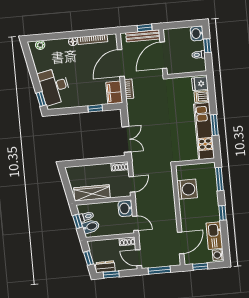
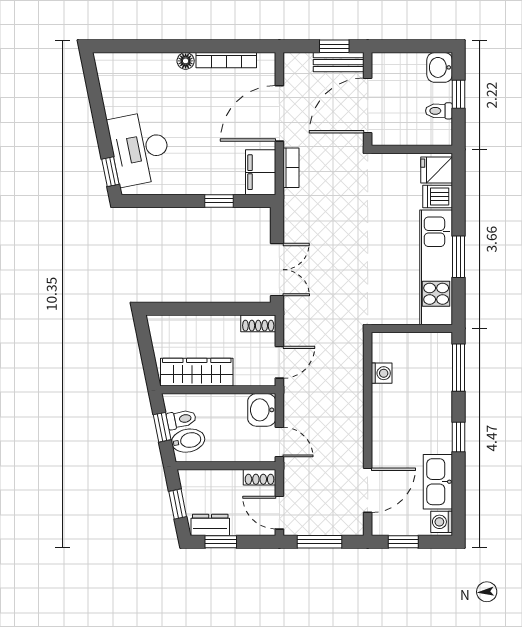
bench: (143, 36) -> (339, 62), width x0.73
plant: (40, 45) -> (119, 62), removed
washing machine: (187, 189) -> (382, 373), width x0.53, depth x0.53

